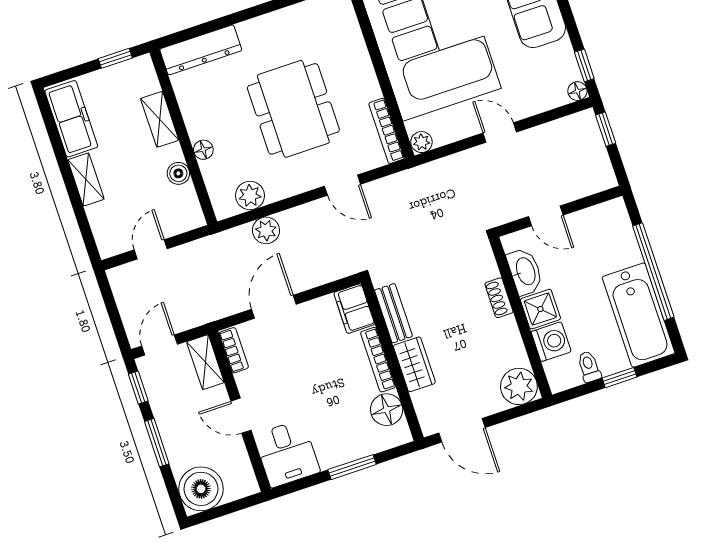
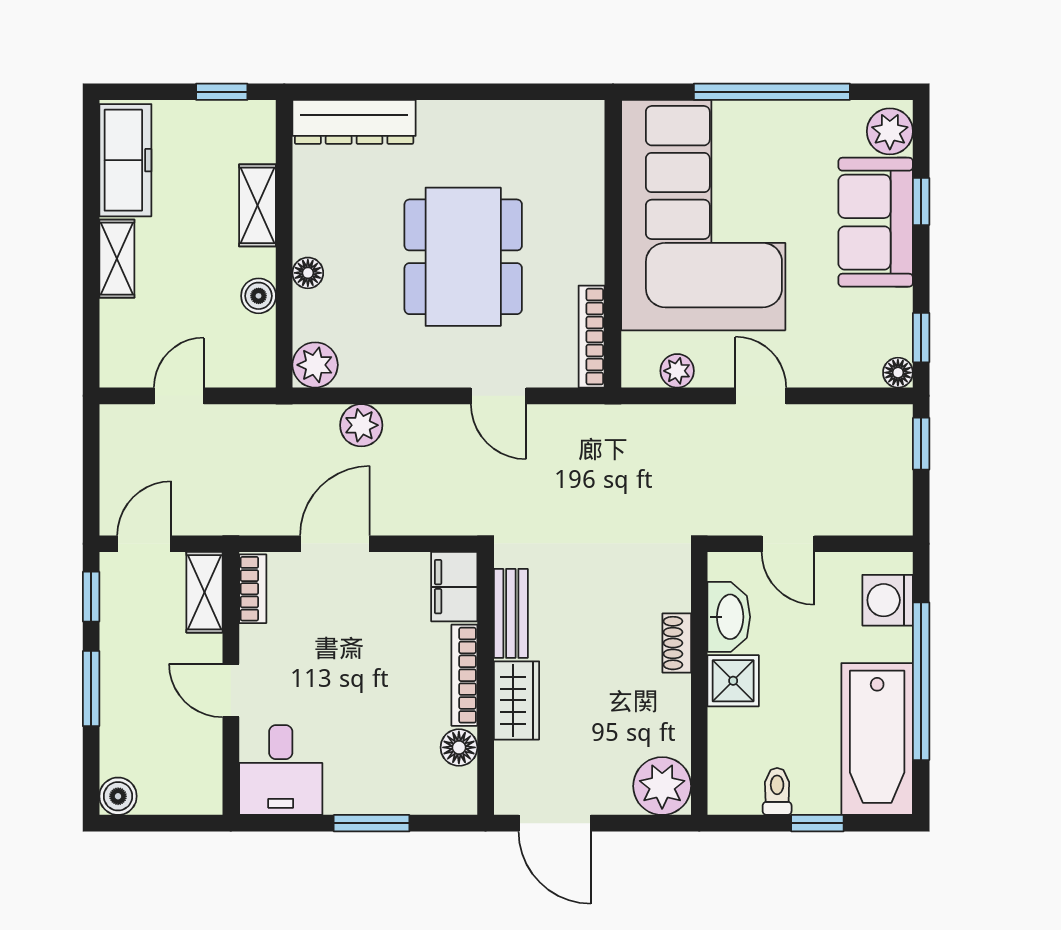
plant: (421, 142) -> (677, 371), moved
plant: (250, 196) -> (315, 365), moved
washing machine: (551, 342) -> (888, 600), moved, turned 180
floor lamp: (387, 410) -> (459, 747), width x0.73, depth x0.73
boiler: (201, 489) -> (118, 796), width x0.54, depth x0.54

